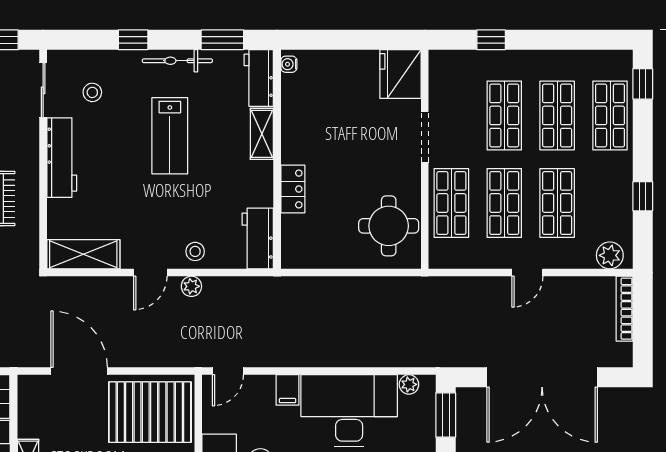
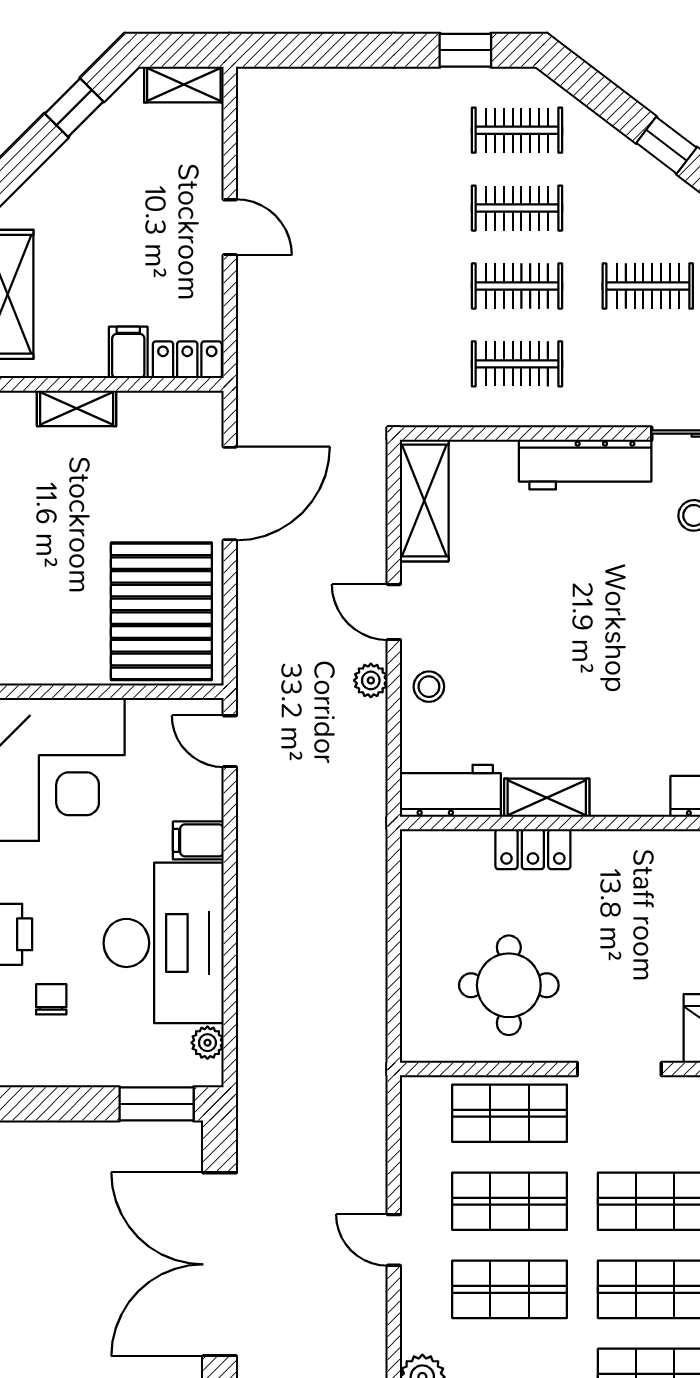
shelving: (262, 134) -> (547, 798), moved
lab bench: (170, 136) -> (622, 644), removed
round table: (389, 226) -> (509, 985), moved

